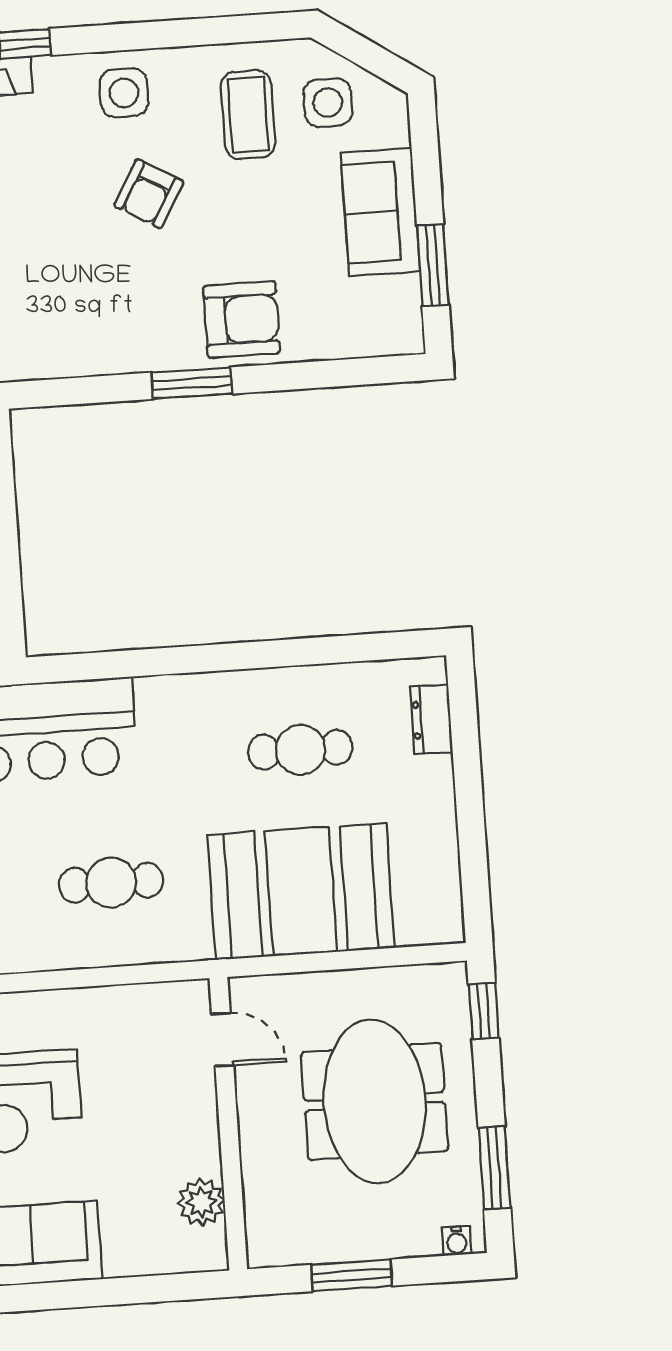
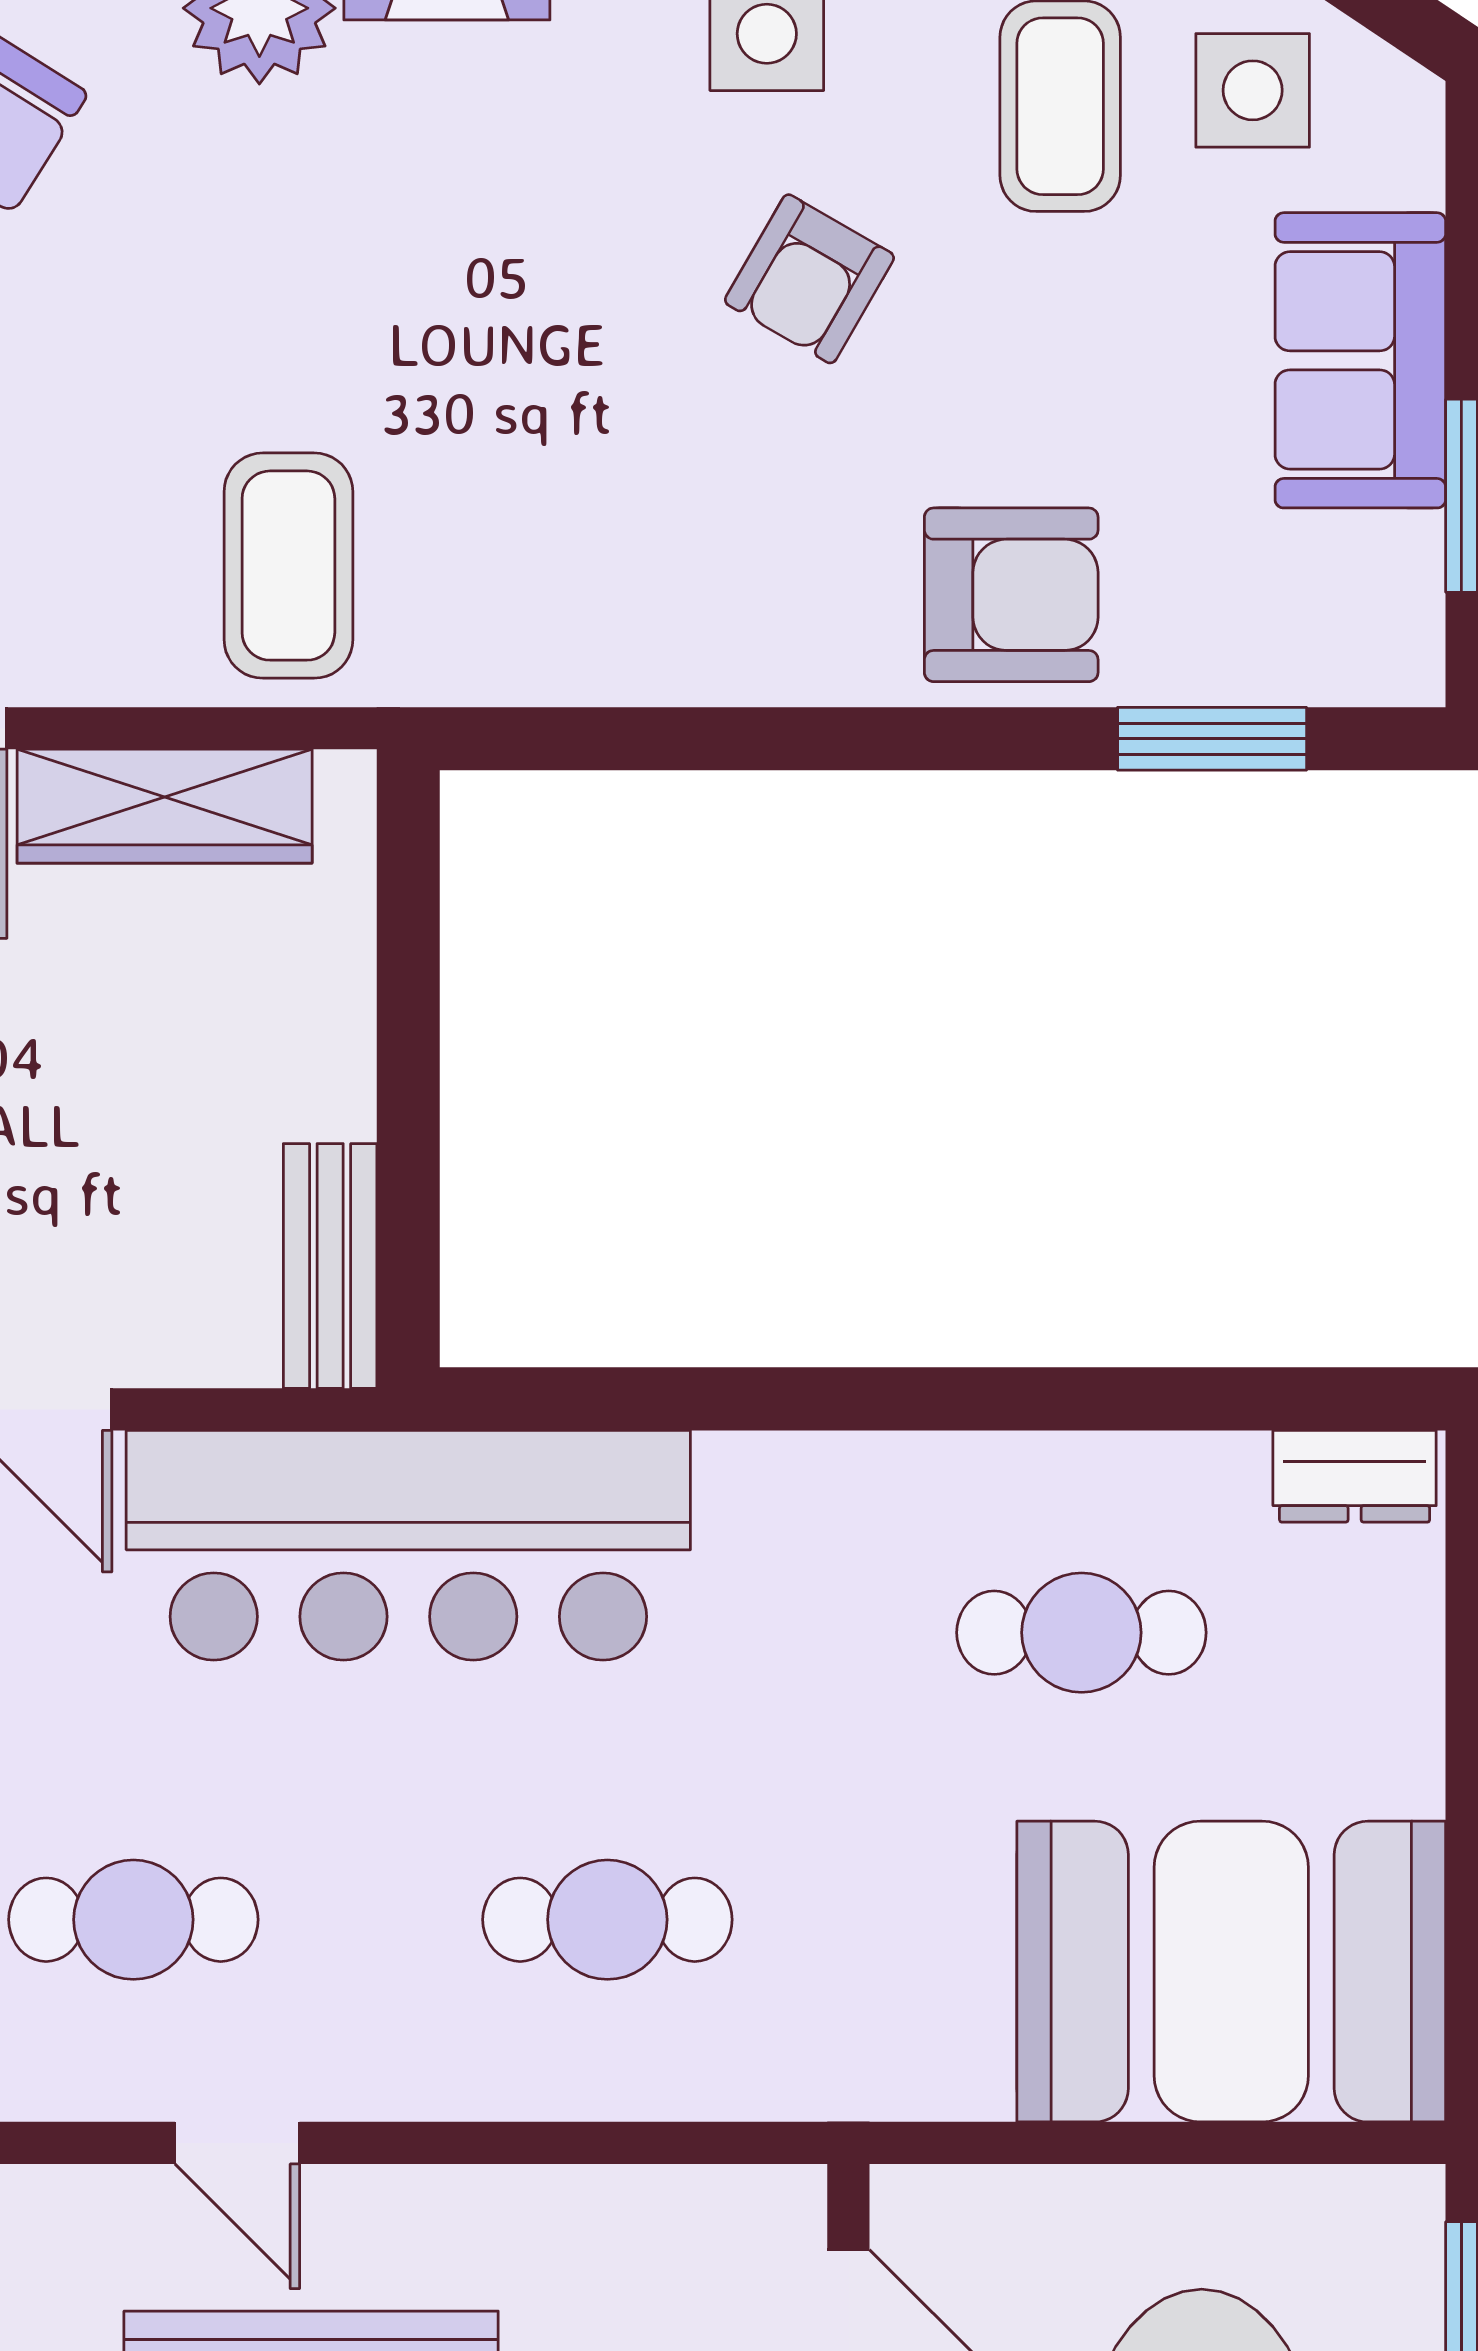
window: (192, 383) -> (1212, 739), moved
dresser: (431, 720) -> (1355, 1476), moved, turned -90
booth: (301, 891) -> (1231, 1972), moved

